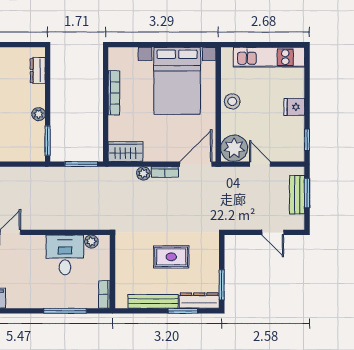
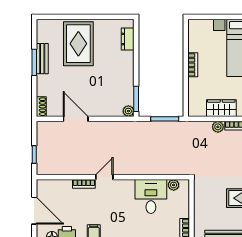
bookcase: (114, 93) -> (193, 65), width x0.64
plant: (39, 114) -> (128, 111), moved
wardrobe: (125, 152) -> (221, 108), moved

